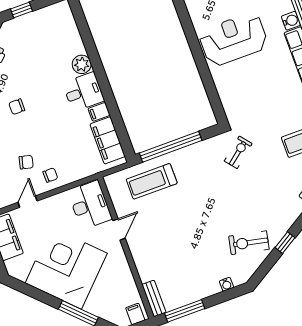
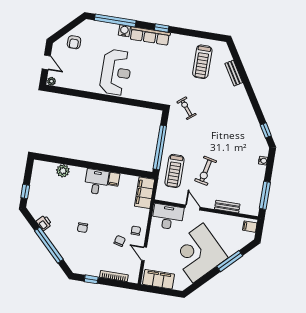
reception desk: (233, 39) -> (116, 72), turned 180
plant: (82, 64) -> (63, 171), moved
filing cabinet: (108, 140) -> (145, 193), moved, turned 90
exercise bike: (249, 243) -> (206, 171), moved
window: (285, 243) -> (266, 130), moved
bench: (154, 298) -> (227, 207), moved

